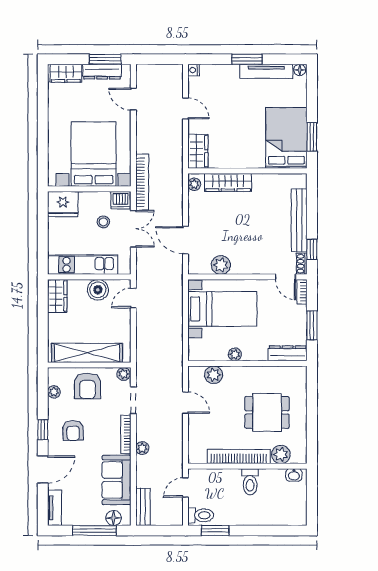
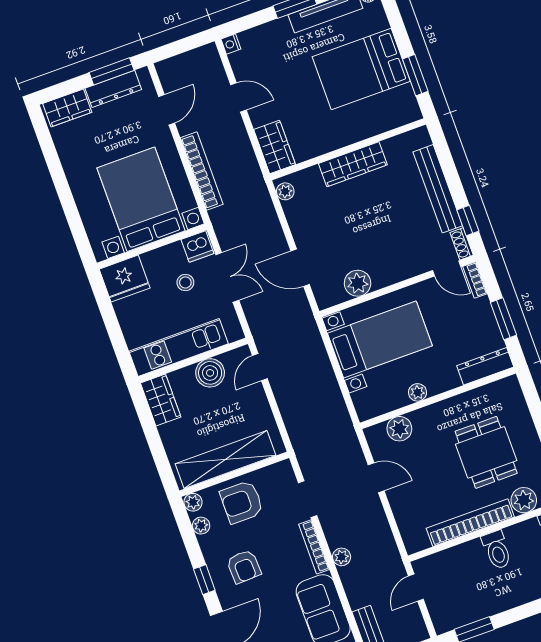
door: (133, 99) -> (167, 110), swing flipped
bed: (286, 138) -> (361, 69), moved, turned -90
bookcase: (142, 182) -> (202, 171), moved
wardrobe: (228, 182) -> (353, 164), moved
plant: (124, 374) -> (193, 502), moved
armchair: (88, 386) -> (242, 502), turned 90
dining table: (267, 412) -> (486, 452), turned 90
toilet: (201, 515) -> (449, 616), removed

